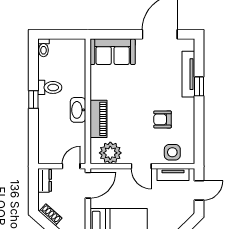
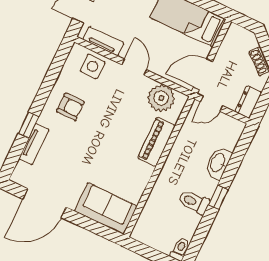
tv unit: (188, 74) -> (34, 144), width x0.71
washbasin: (78, 110) -> (218, 163), moved, turned 180
armchair: (163, 119) -> (70, 107), moved

